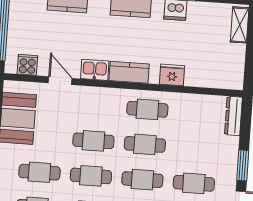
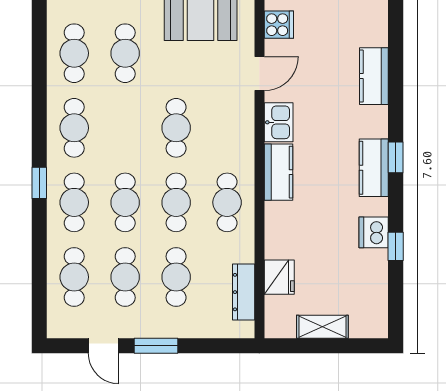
shelving: (240, 25) -> (322, 327), moved
fridge: (172, 75) -> (279, 277), moved
dresser: (233, 116) -> (244, 292), moved, turned -90
cafe table: (91, 176) -> (176, 277), moved

